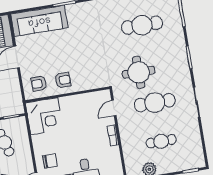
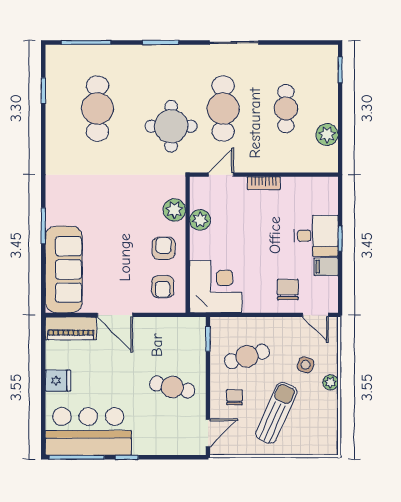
plant: (87, 83) -> (174, 210), added
plant: (84, 100) -> (200, 220), added
door: (114, 108) -> (221, 175), swing flipped

